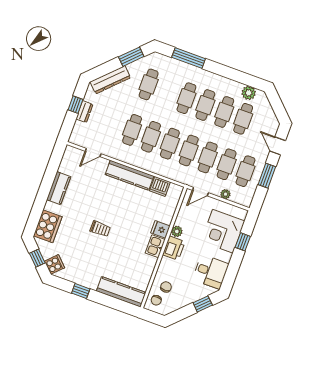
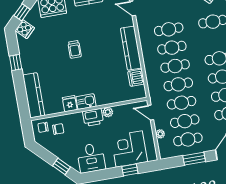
fridge: (160, 229) -> (70, 104), moved

